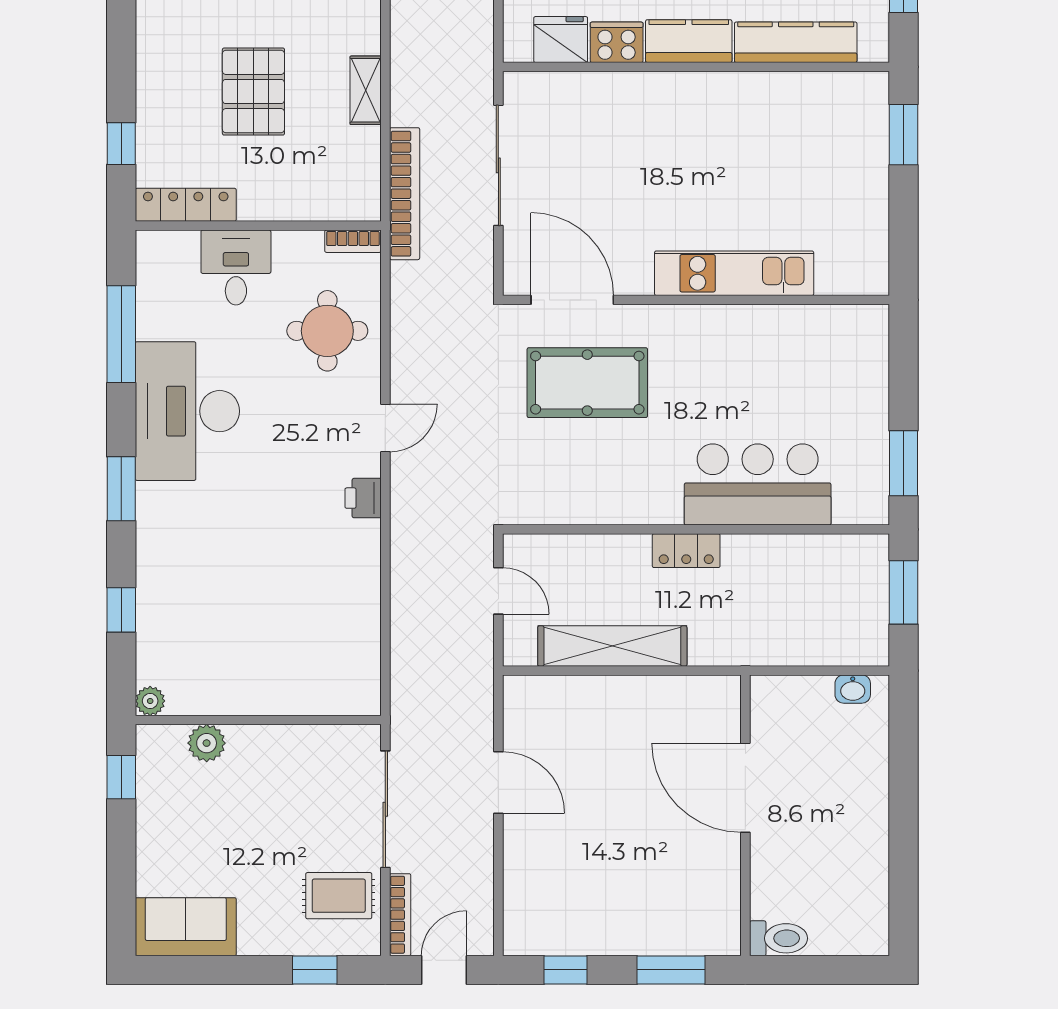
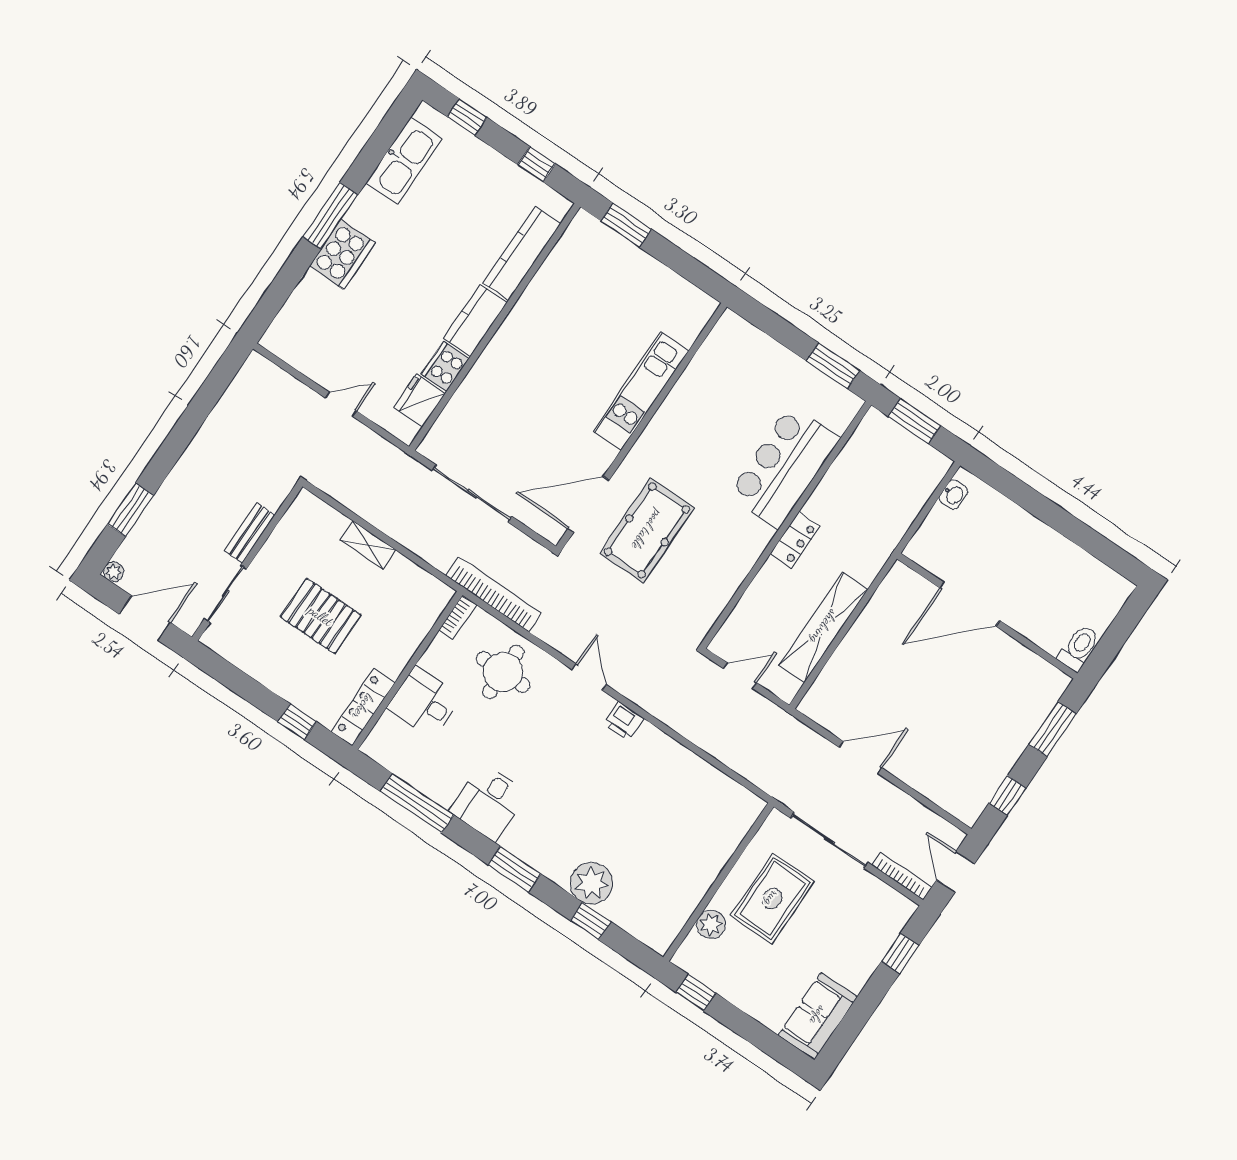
bookcase: (405, 194) -> (493, 594), moved
desk: (187, 411) -> (489, 802), width x0.53, depth x0.77
plant: (150, 701) -> (592, 883), moved, width x1.87, depth x1.87
rug: (339, 896) -> (772, 899), moved, width x1.36, depth x1.43

